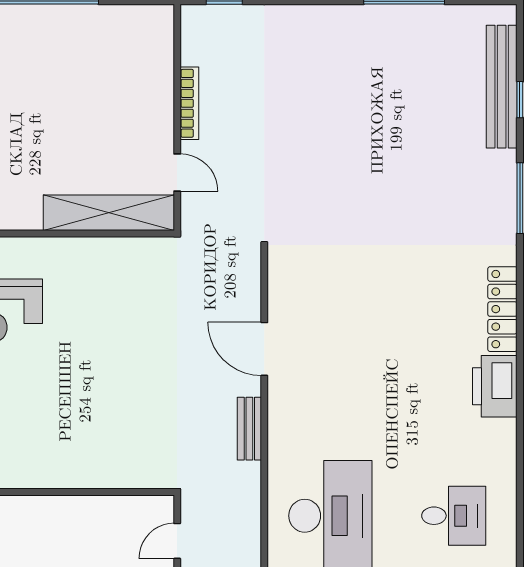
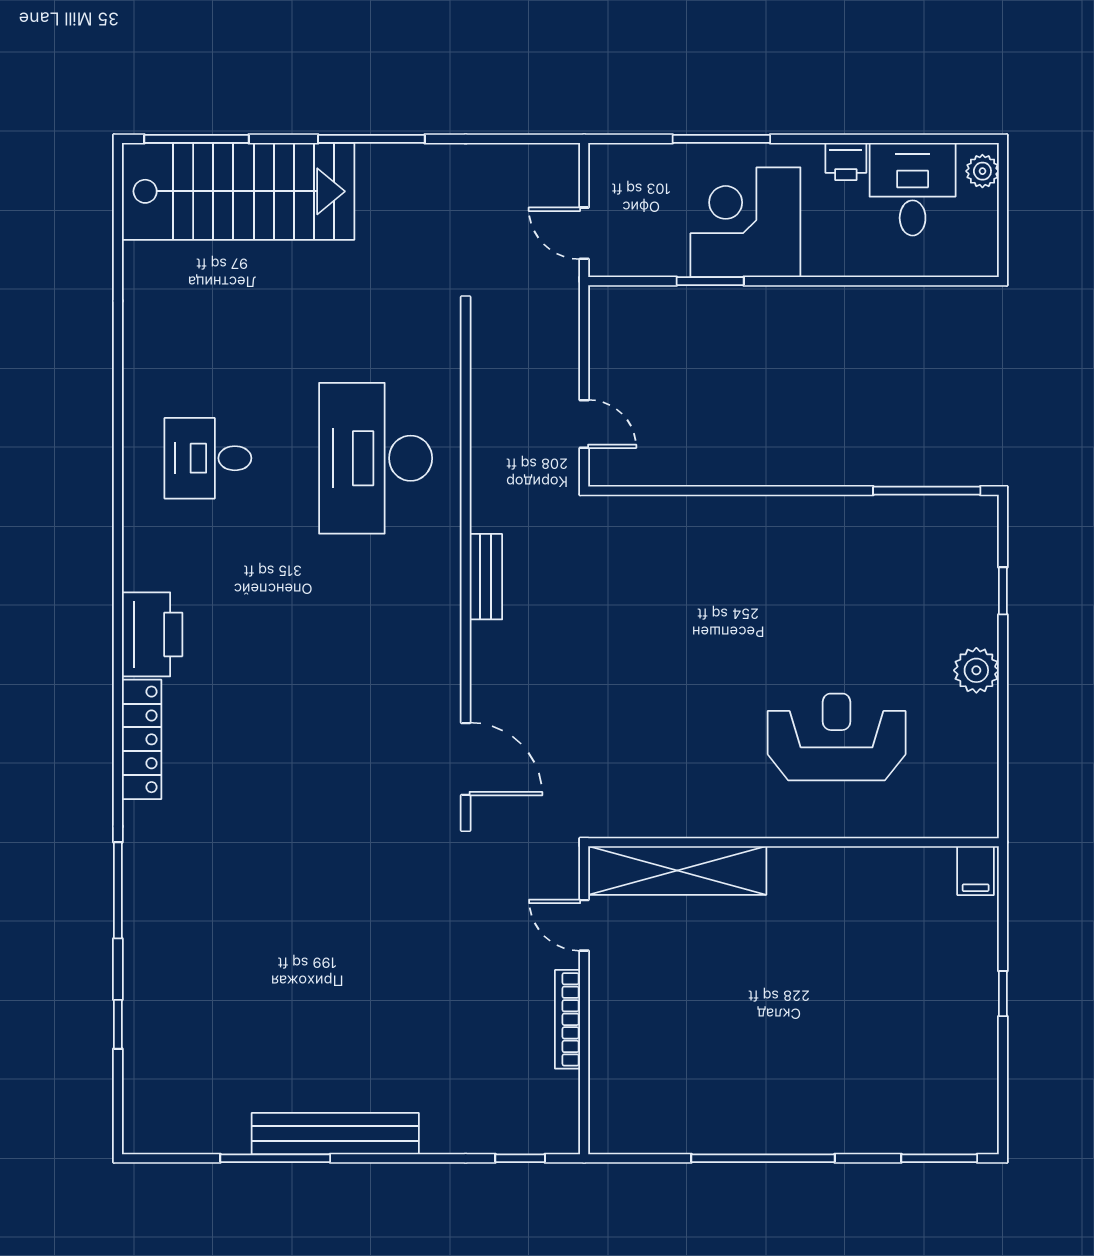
bench: (502, 87) -> (335, 1134), moved, turned 90
door: (264, 349) -> (466, 759), moved
door: (177, 541) -> (584, 424), hinge flipped

